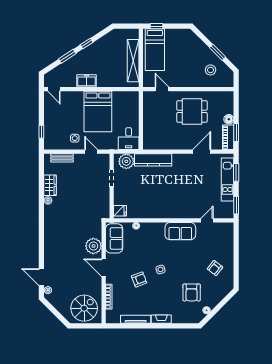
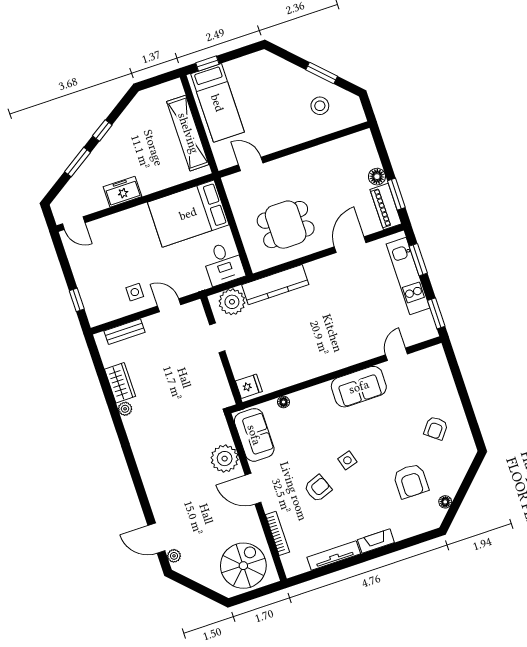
dining table: (192, 111) -> (286, 225), moved
bed: (98, 112) -> (188, 214), moved, turned 90

